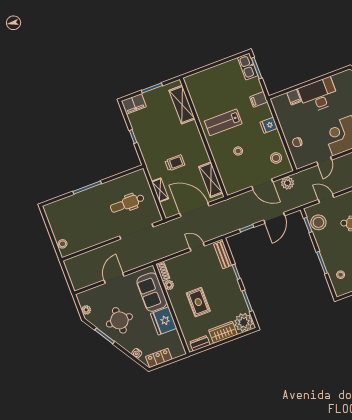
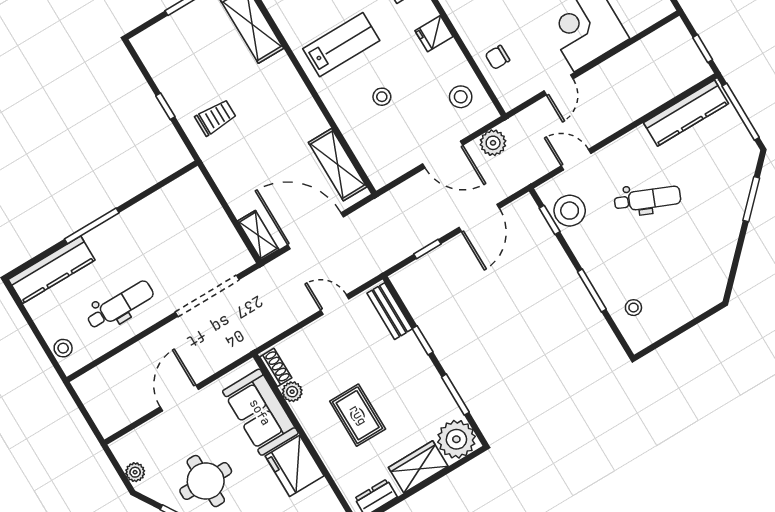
filing cabinet: (134, 104) -> (155, 41), removed
lab bench: (223, 122) -> (341, 45), turned 180
trolley: (175, 163) -> (216, 117), moved
shelving: (160, 190) -> (258, 235), moved
dental chair: (127, 203) -> (120, 305), moved, turned 180
kitchen counter: (64, 205) -> (52, 270), added

